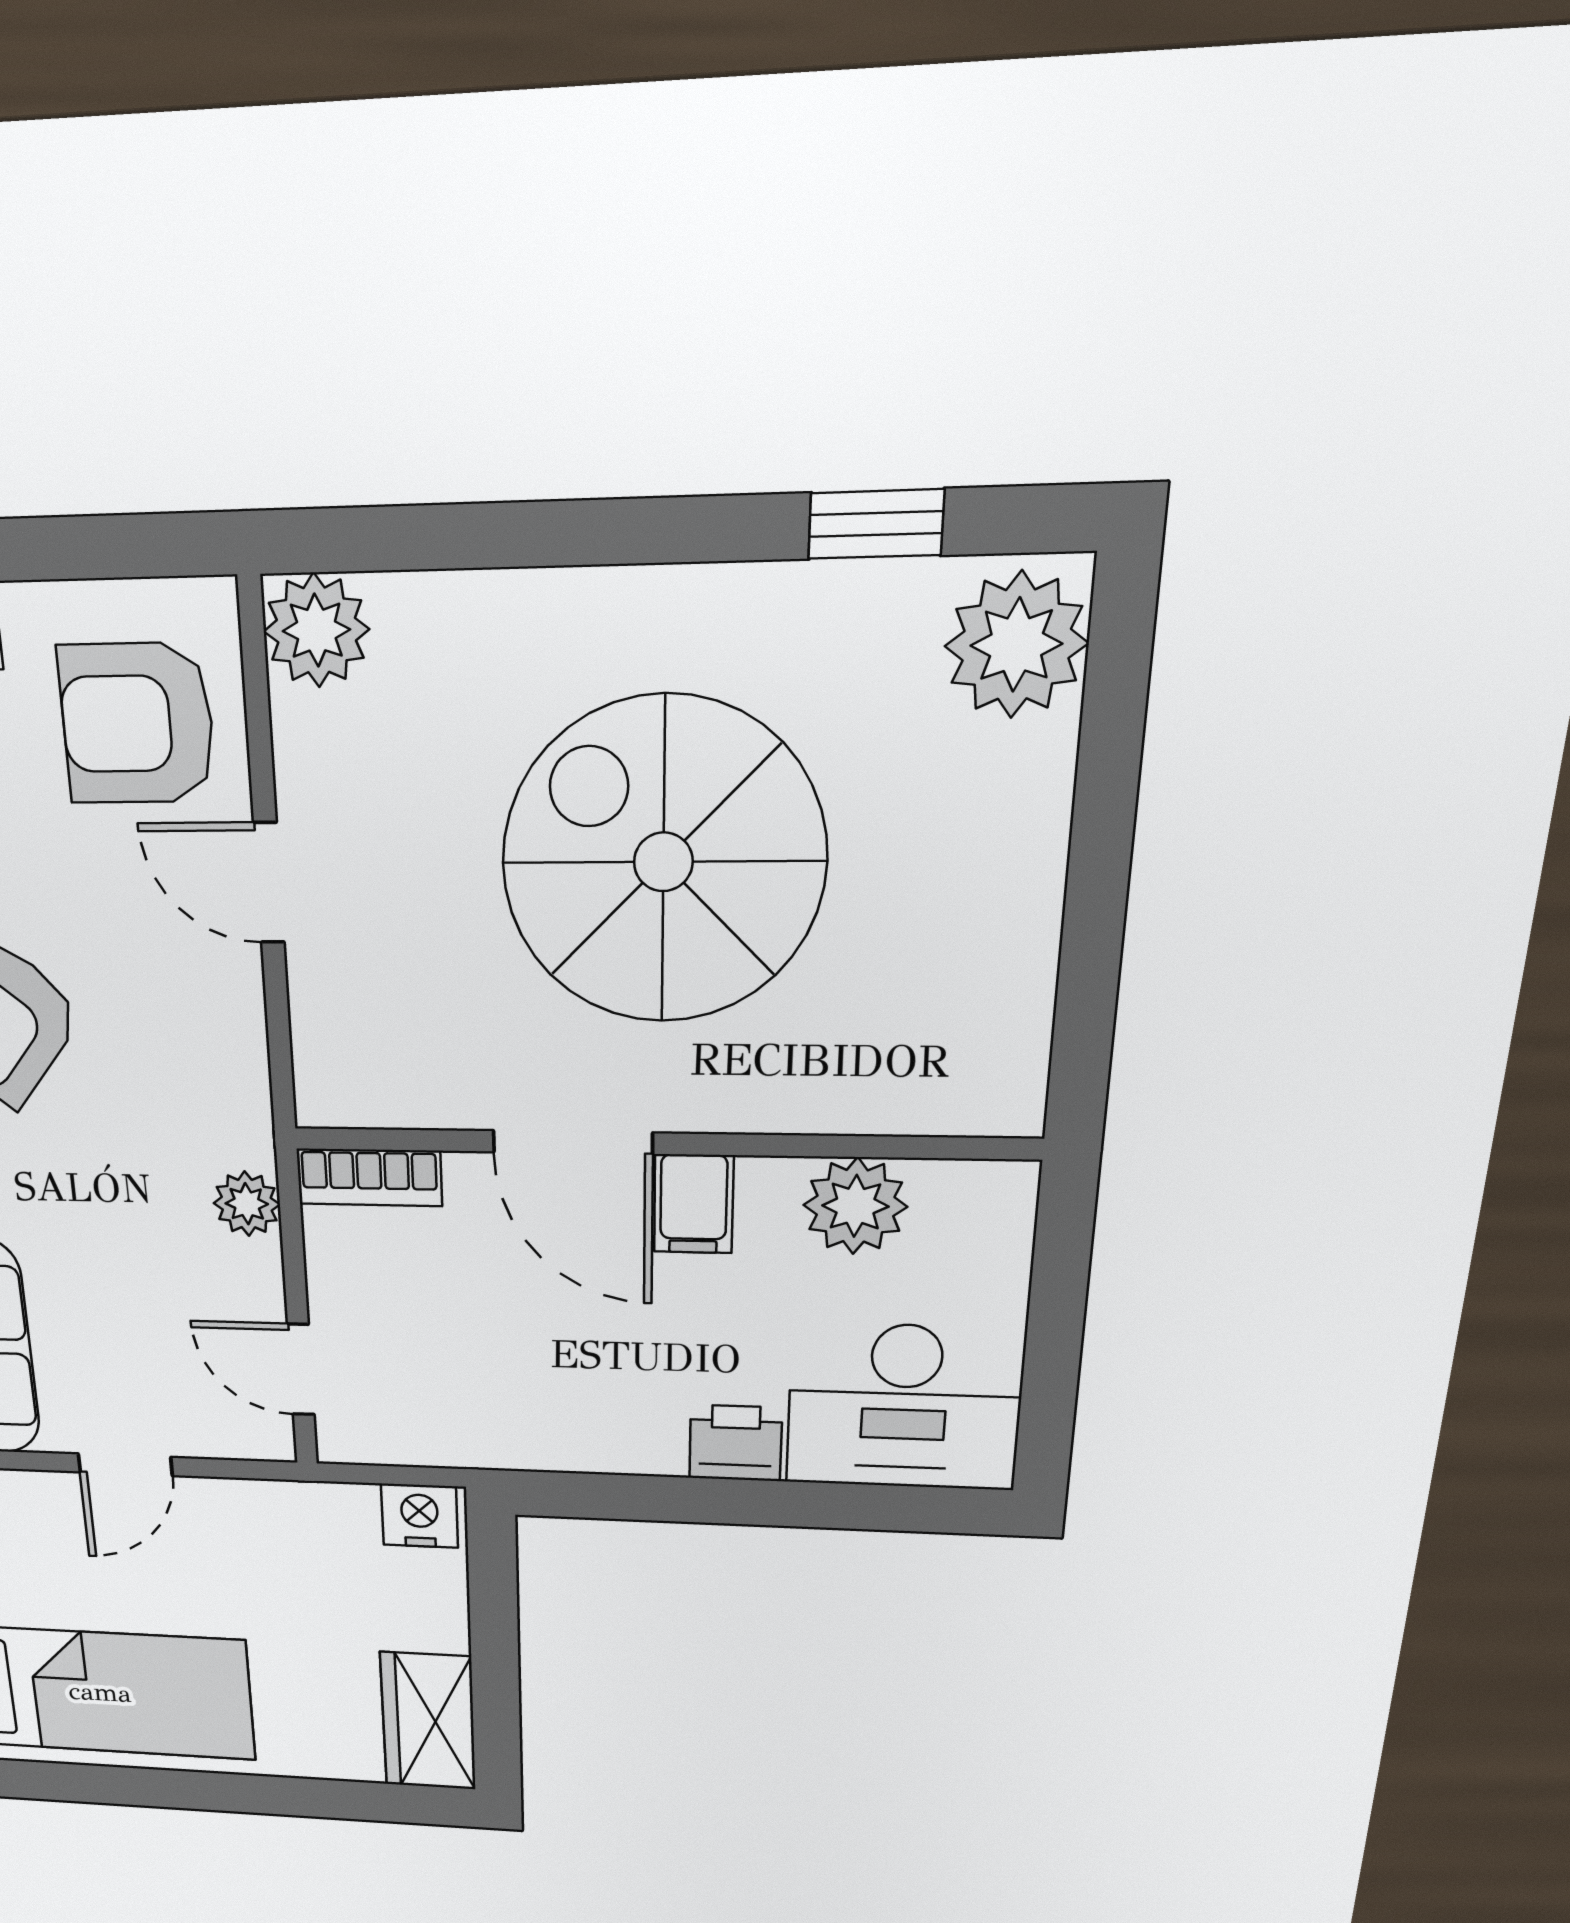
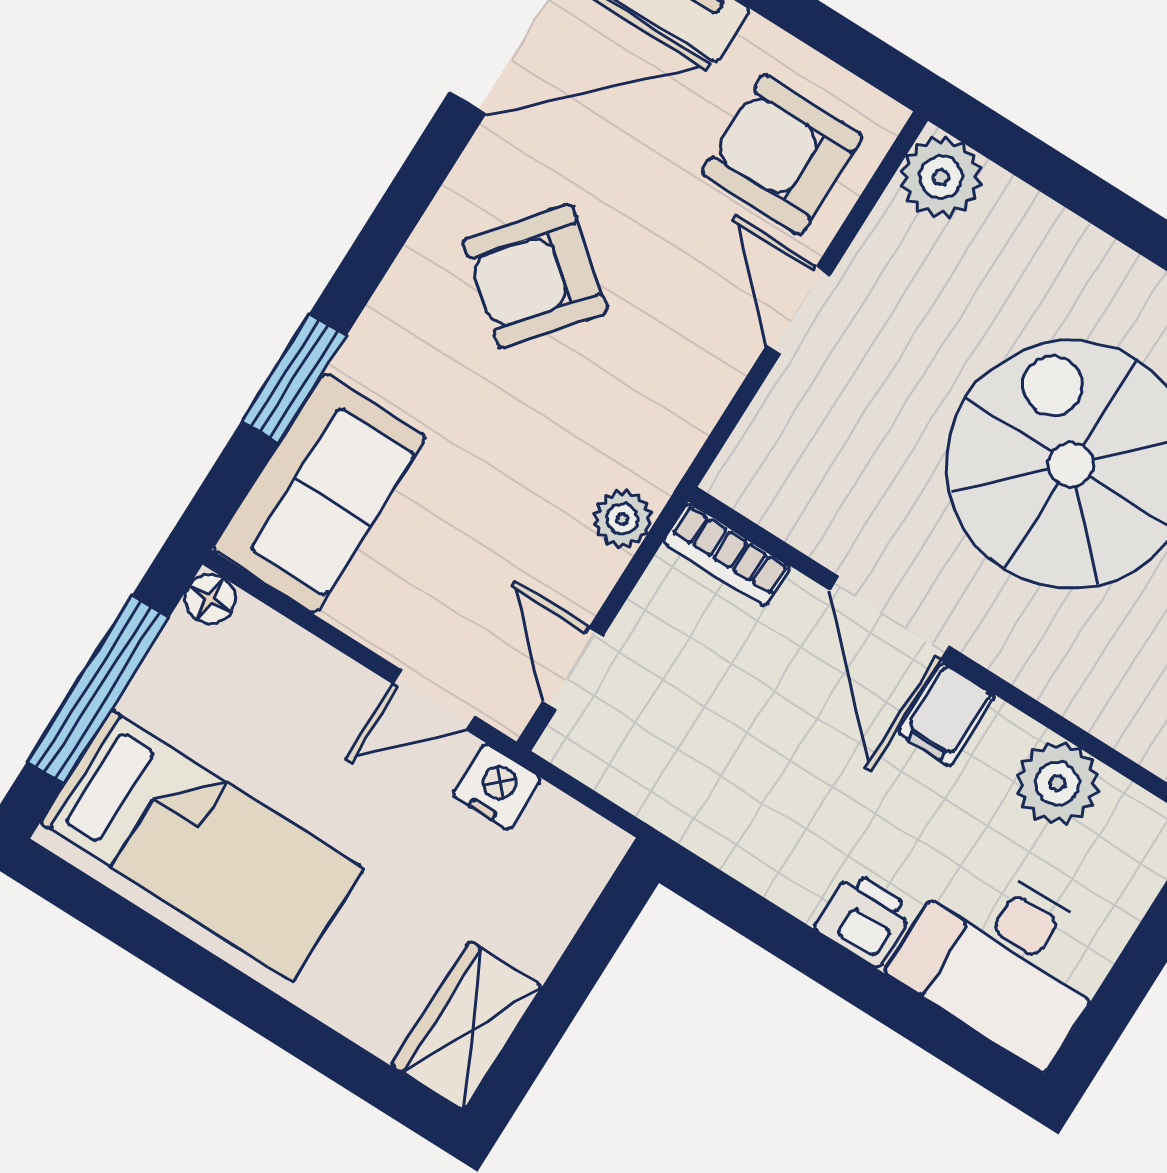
door: (125, 1465) -> (434, 700), moved
nightstand: (420, 1516) -> (497, 787), moved

